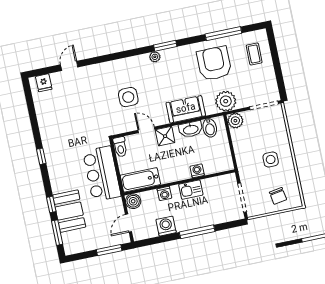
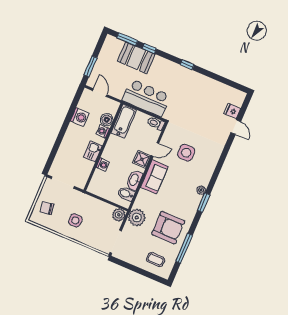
fridge: (44, 83) -> (232, 111), moved
sofa: (186, 109) -> (154, 177), moved
boiler: (133, 201) -> (107, 120), moved
window: (197, 232) -> (61, 136), removed

